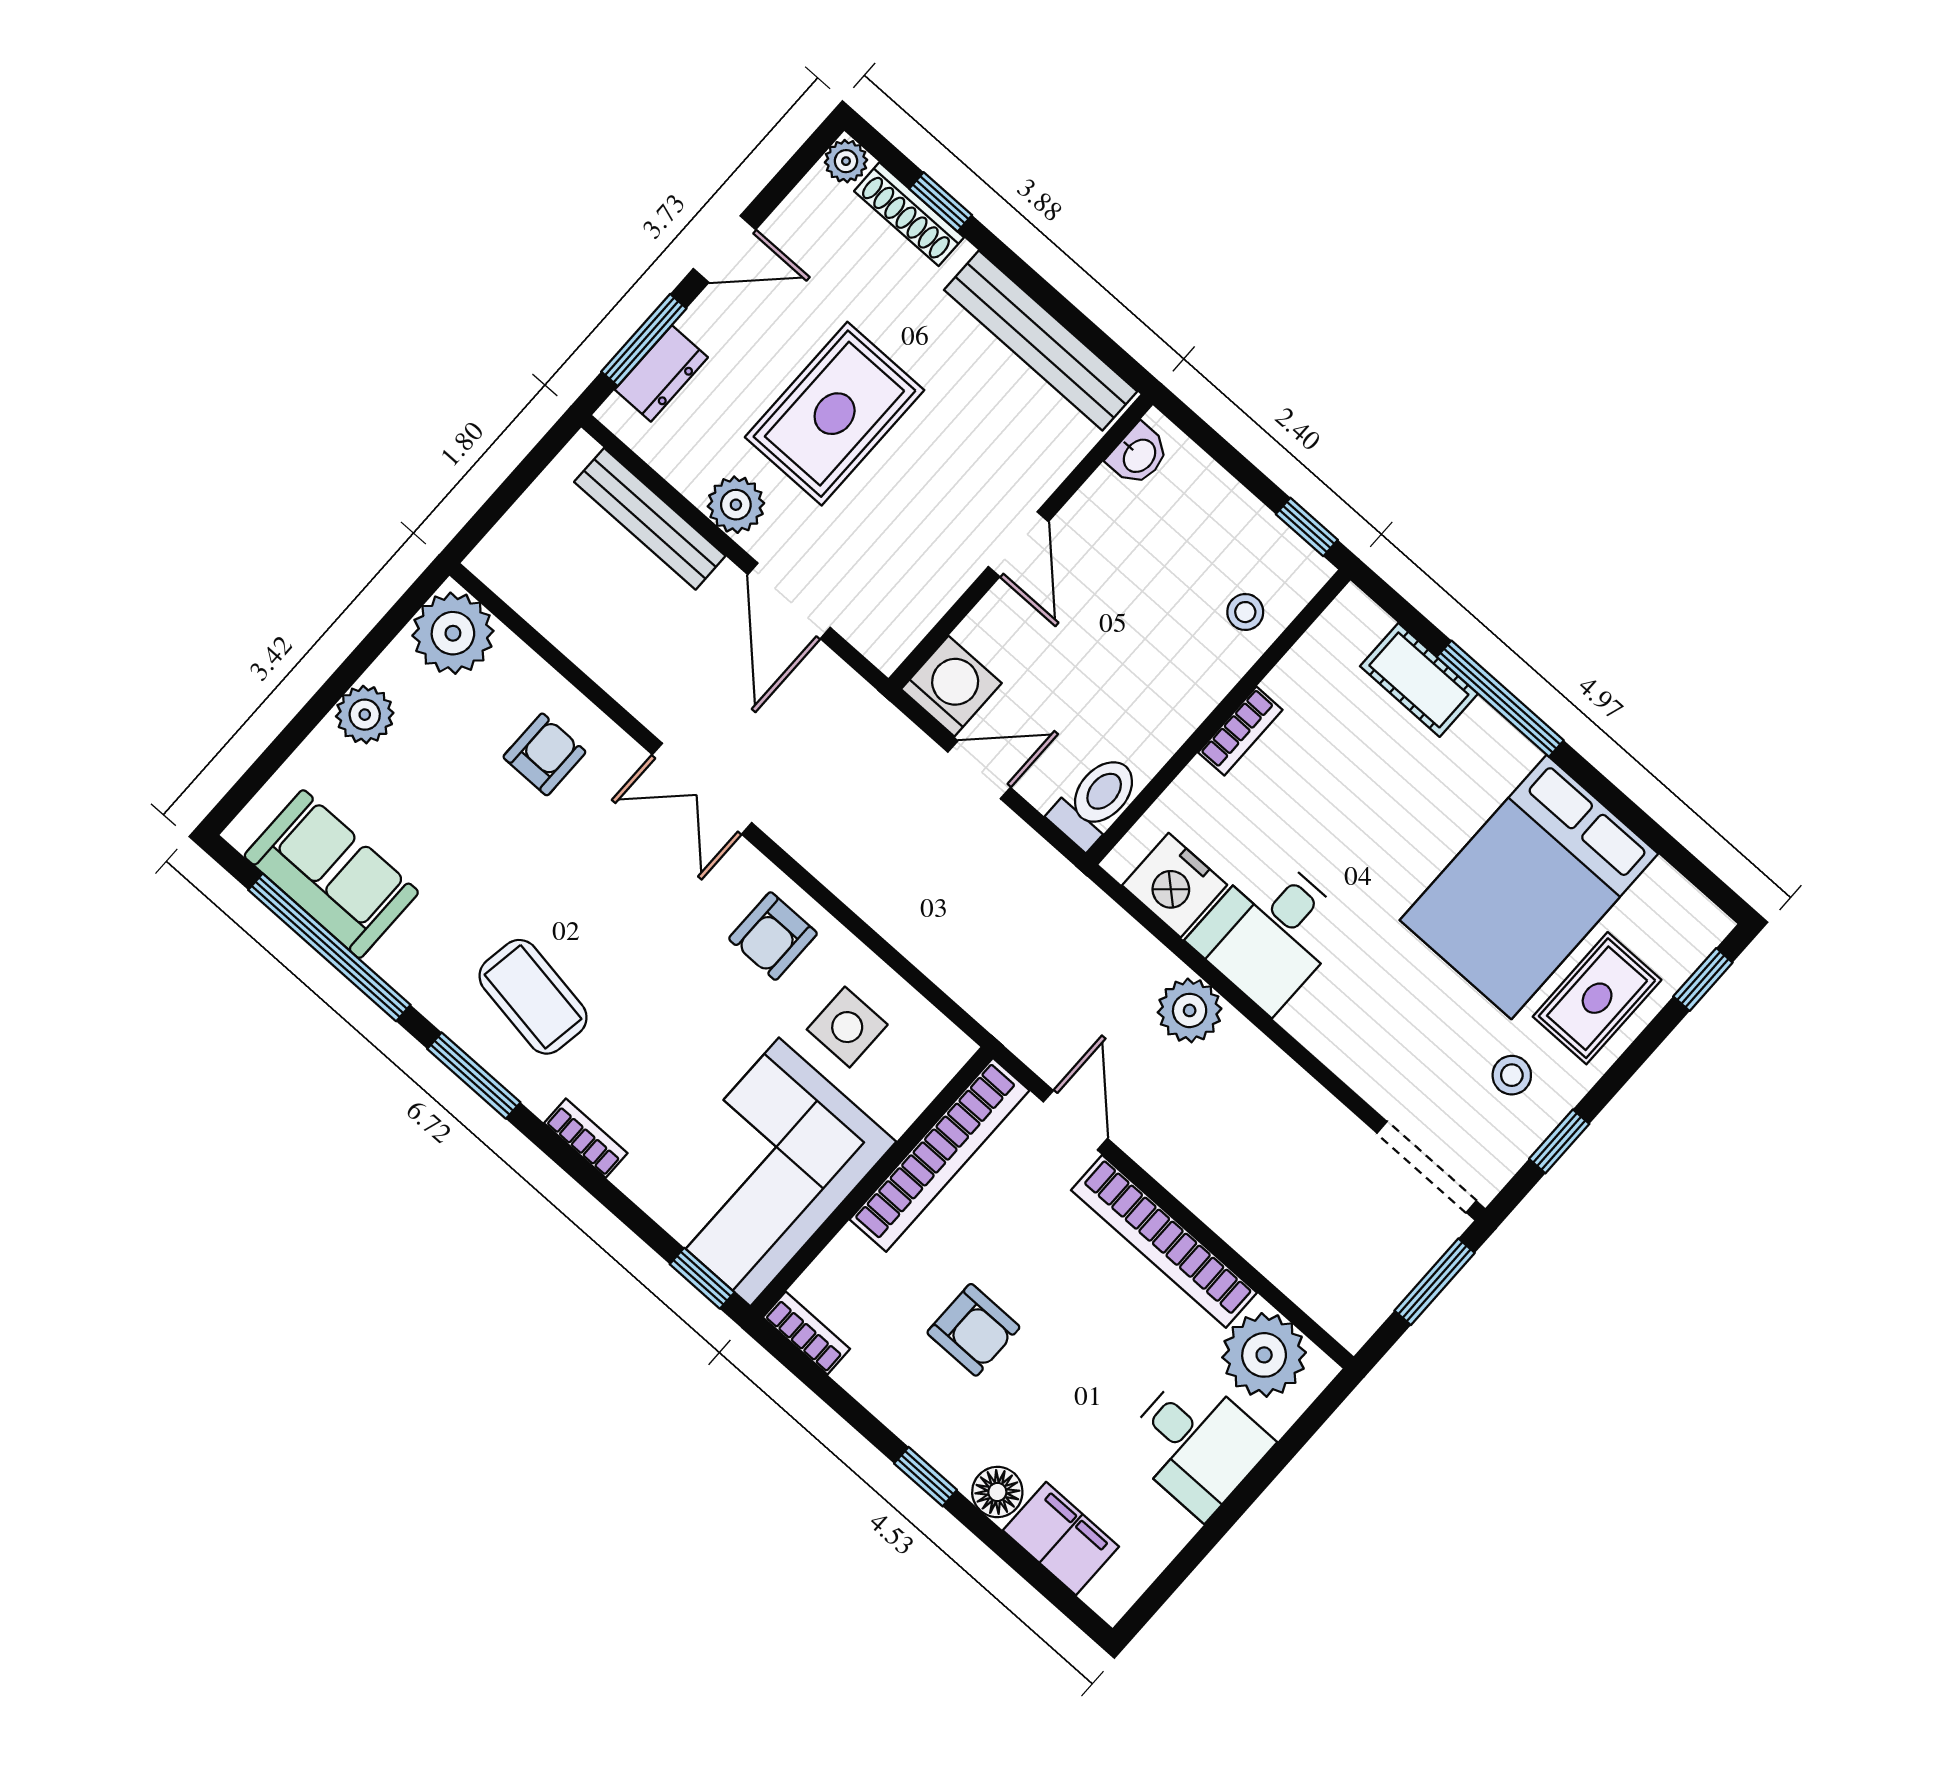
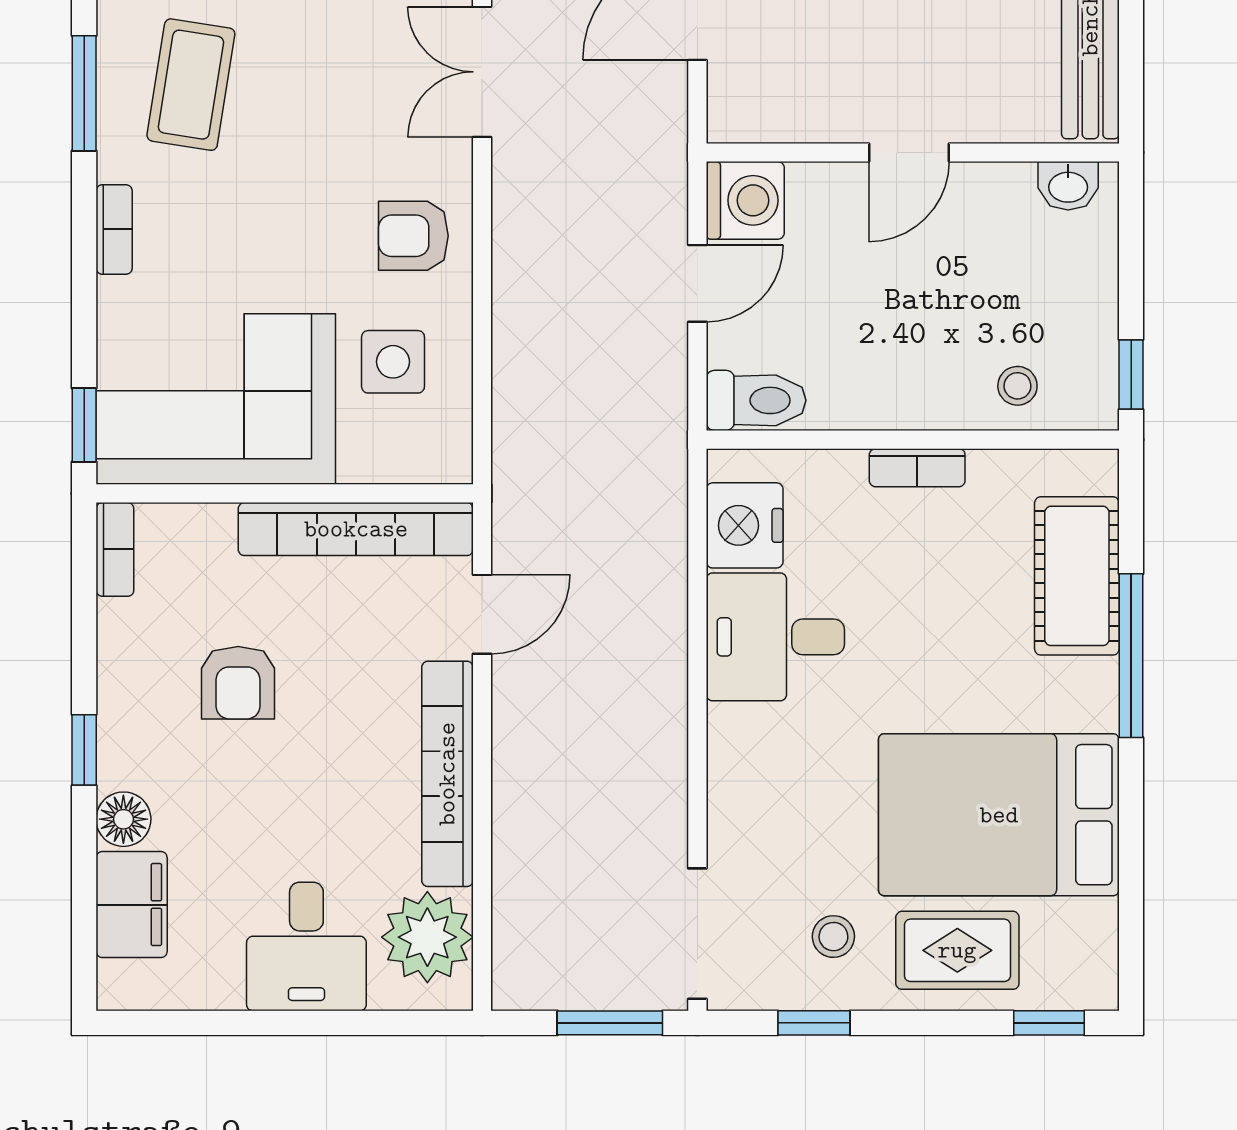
cot: (1419, 680) -> (1077, 576), width x1.37, depth x1.34
door: (979, 770) -> (697, 283), hinge flipped
plant: (1190, 1010) -> (654, 628), removed

